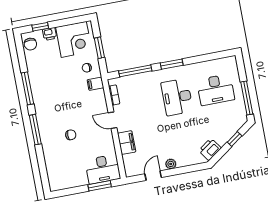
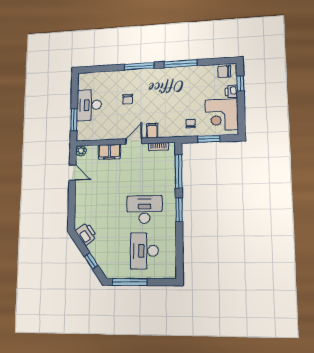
filing cabinet: (95, 84) -> (152, 131), moved
plant: (171, 164) -> (81, 151), moved
desk: (103, 169) -> (89, 105), moved

